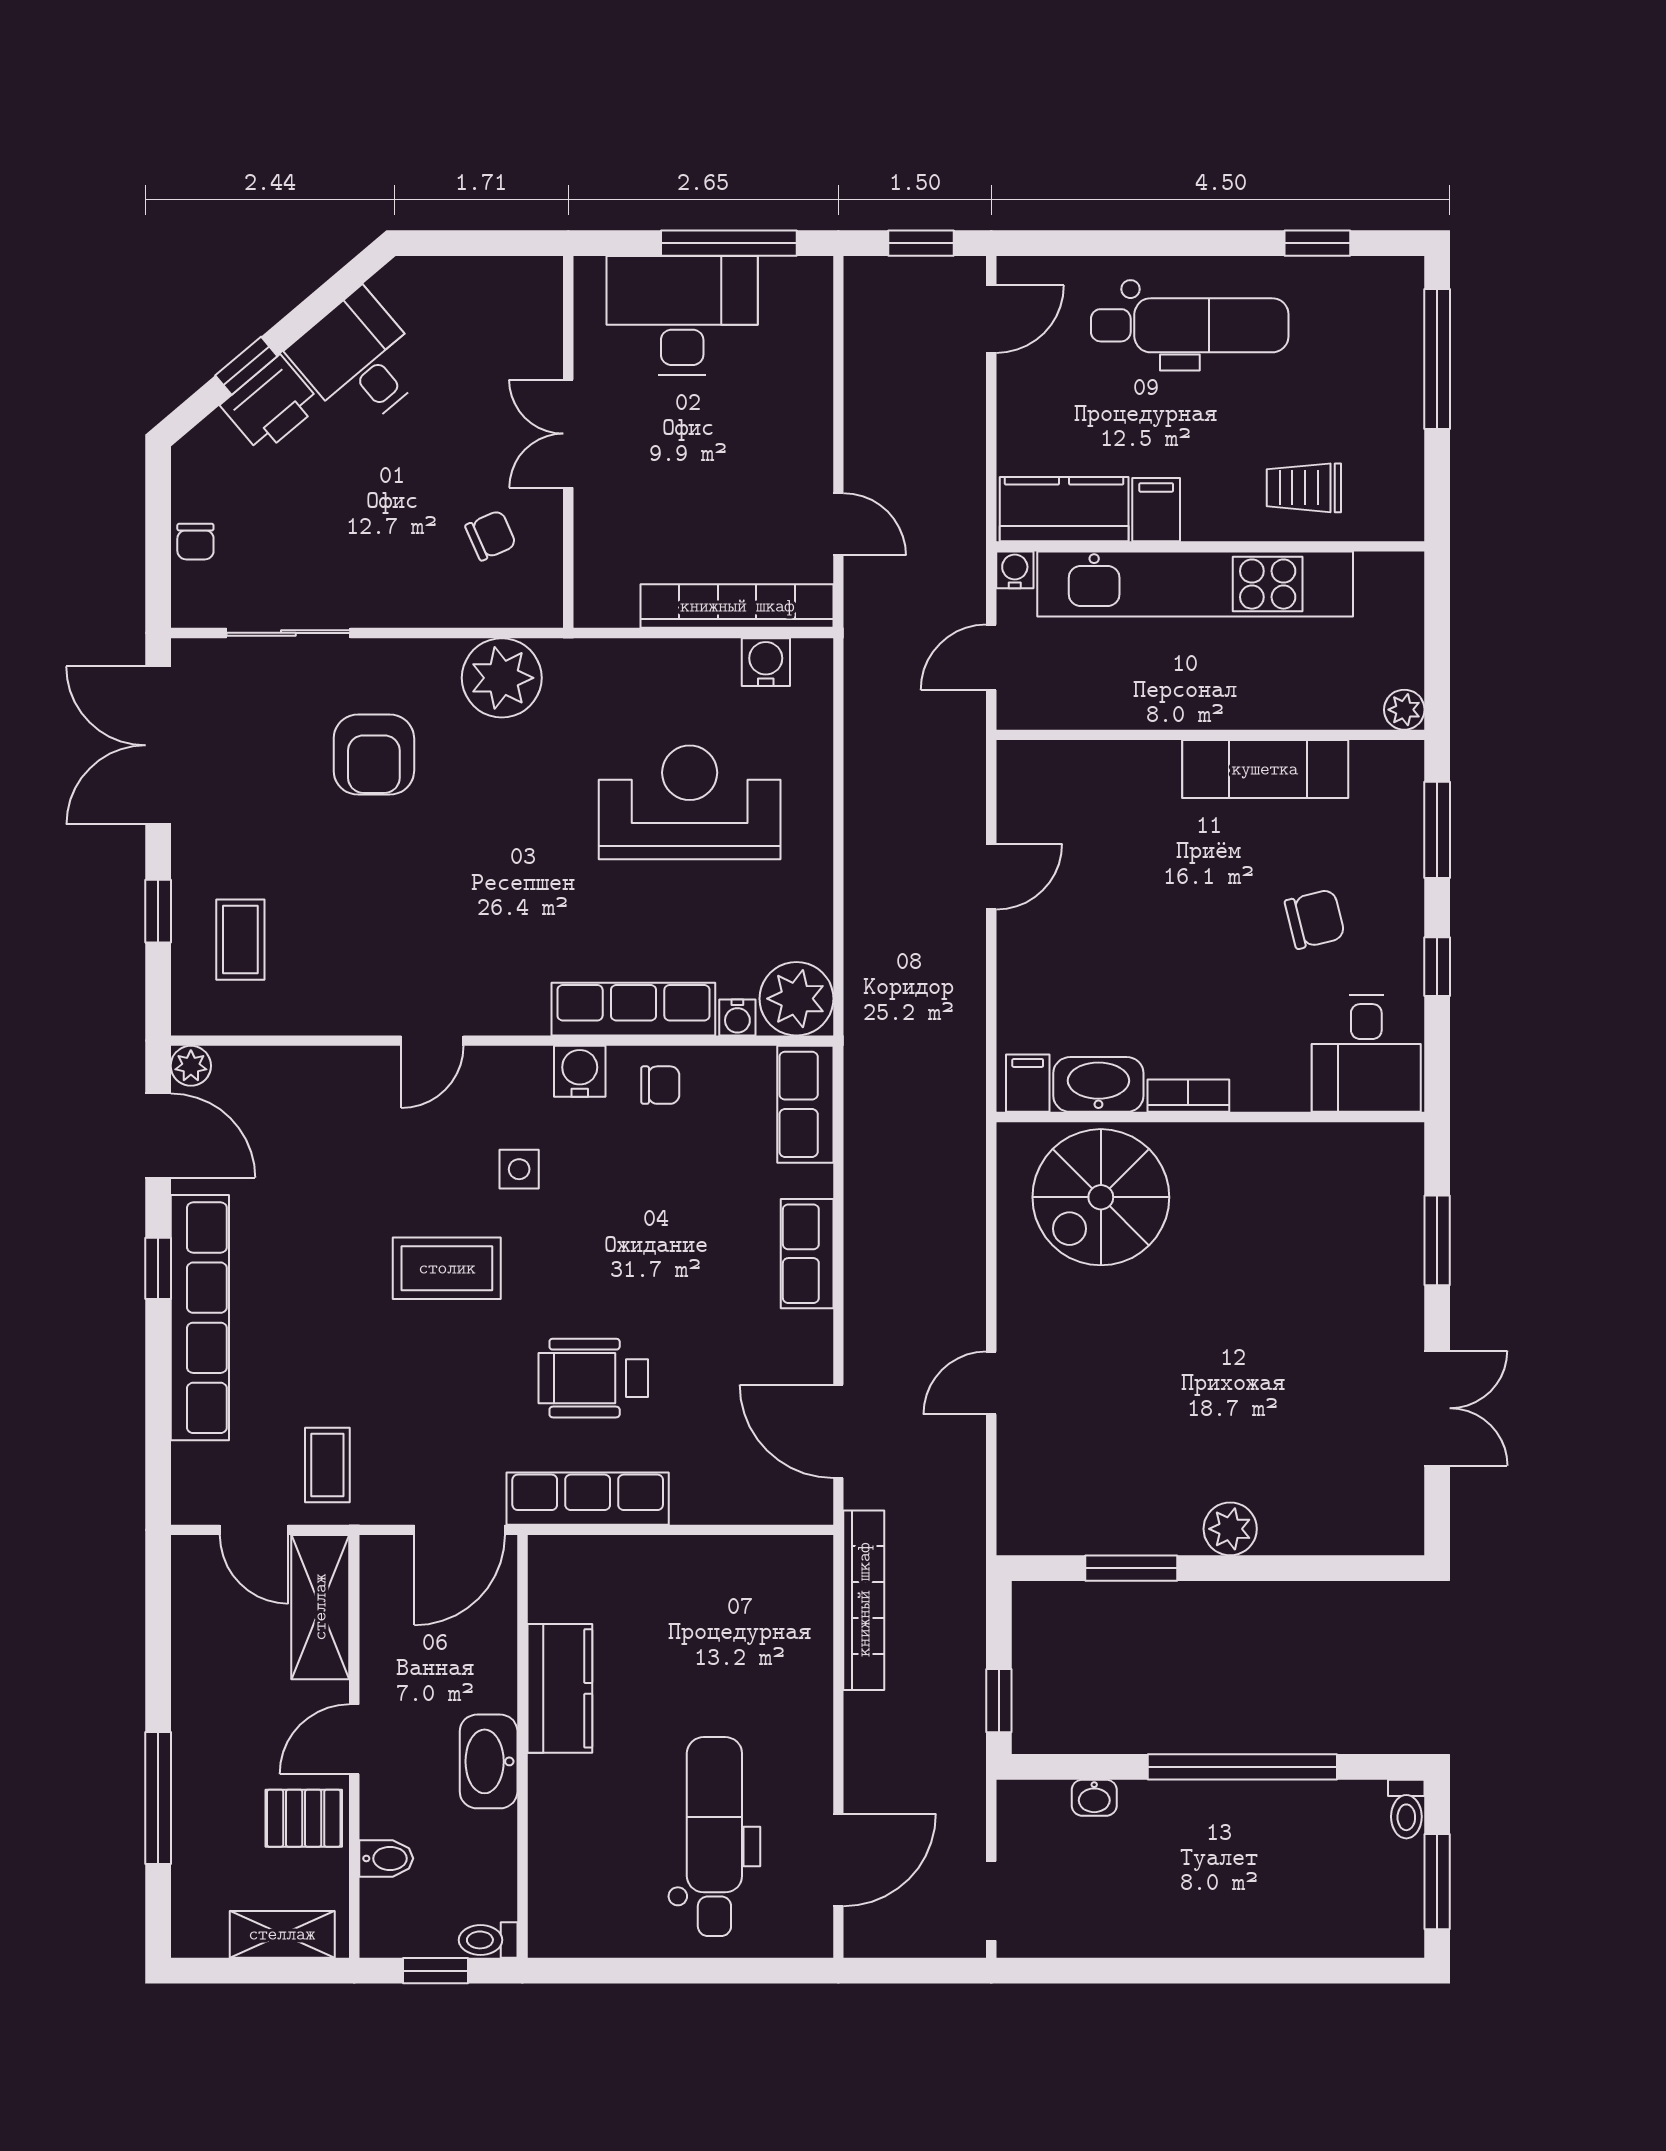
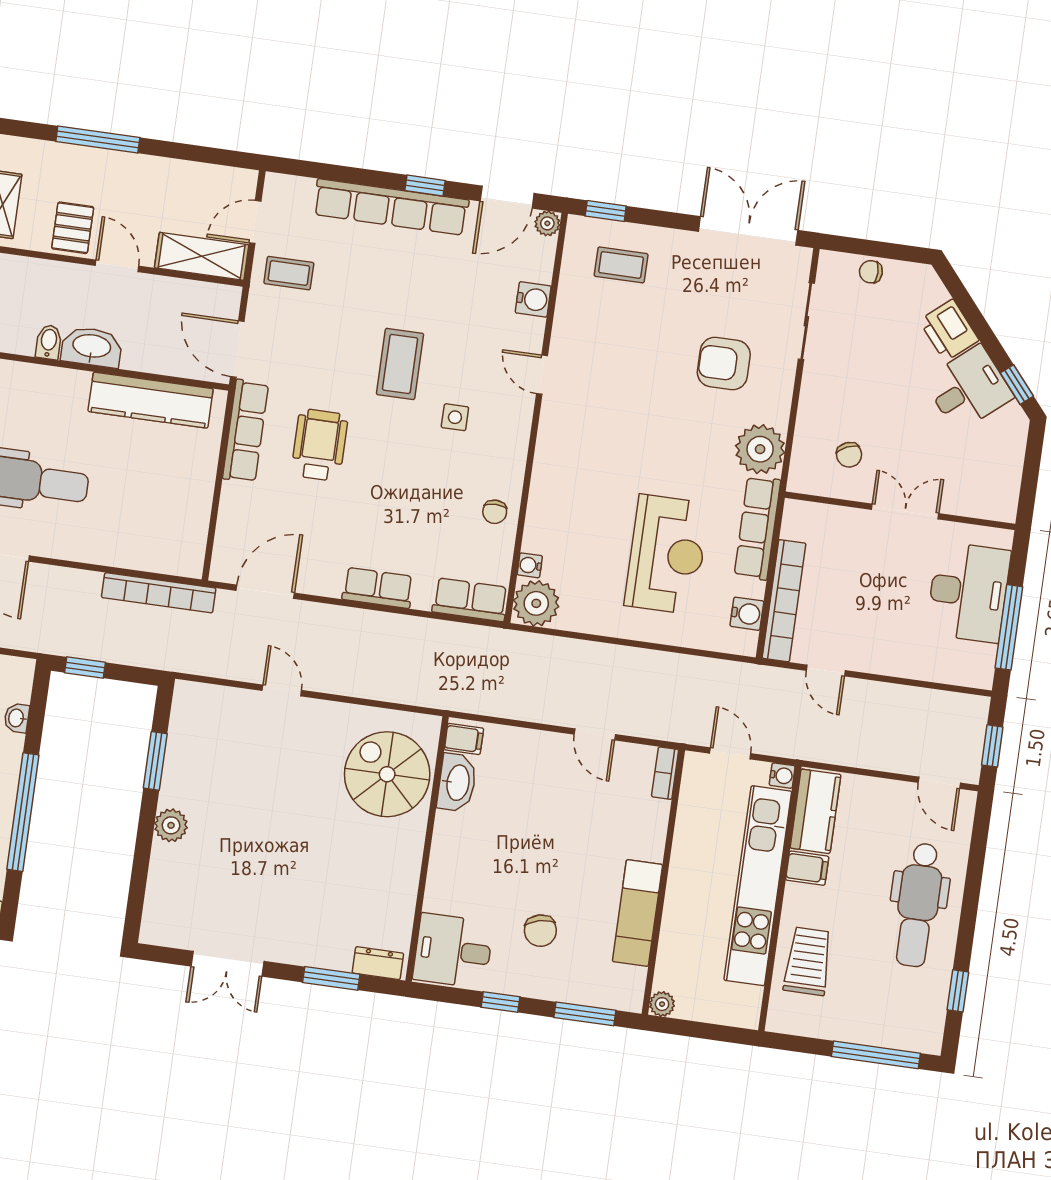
window: (246, 366) -> (1017, 385), moved
trolley: (1304, 488) -> (808, 961), width x1.36, depth x1.39
door: (838, 524) -> (826, 670), hinge flipped
window: (158, 911) -> (606, 211), moved
row of seats: (633, 1009) -> (757, 528), moved, turned 180
water cooler: (580, 1071) -> (533, 299), moved
bookcase: (1188, 1096) -> (665, 773), moved, turned 180
dresser: (1403, 1170) -> (378, 963), added
kitchen counter: (560, 1688) -> (151, 400), width x1.50
bidet: (386, 1858) -> (49, 342), moved, turned 180

